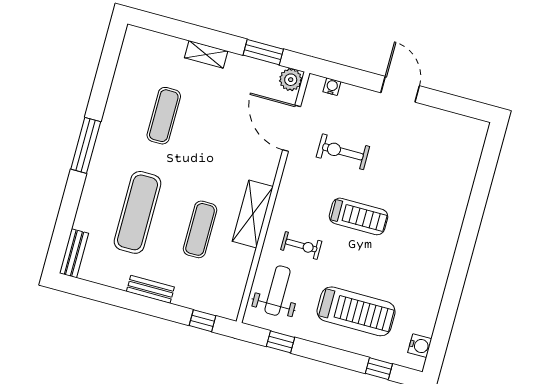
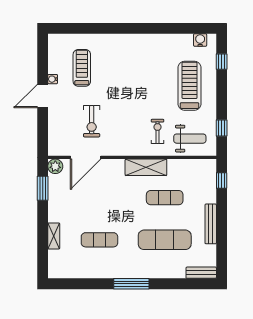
shelving: (206, 54) -> (54, 236), moved
water cooler: (332, 87) -> (53, 79), moved
treadmill: (359, 216) -> (82, 68), moved
bench: (150, 289) -> (211, 224), width x1.36
weight bench: (278, 291) -> (190, 139), turned 180

